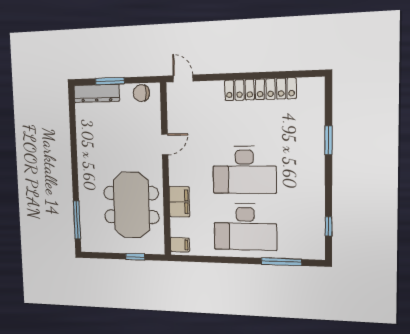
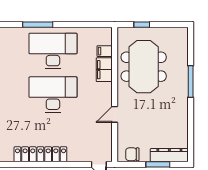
chair: (141, 93) -> (132, 154), turned 180
window: (77, 220) -> (191, 82), moved
filing cabinet: (180, 245) -> (105, 51), moved
window: (281, 262) -> (38, 25), moved

